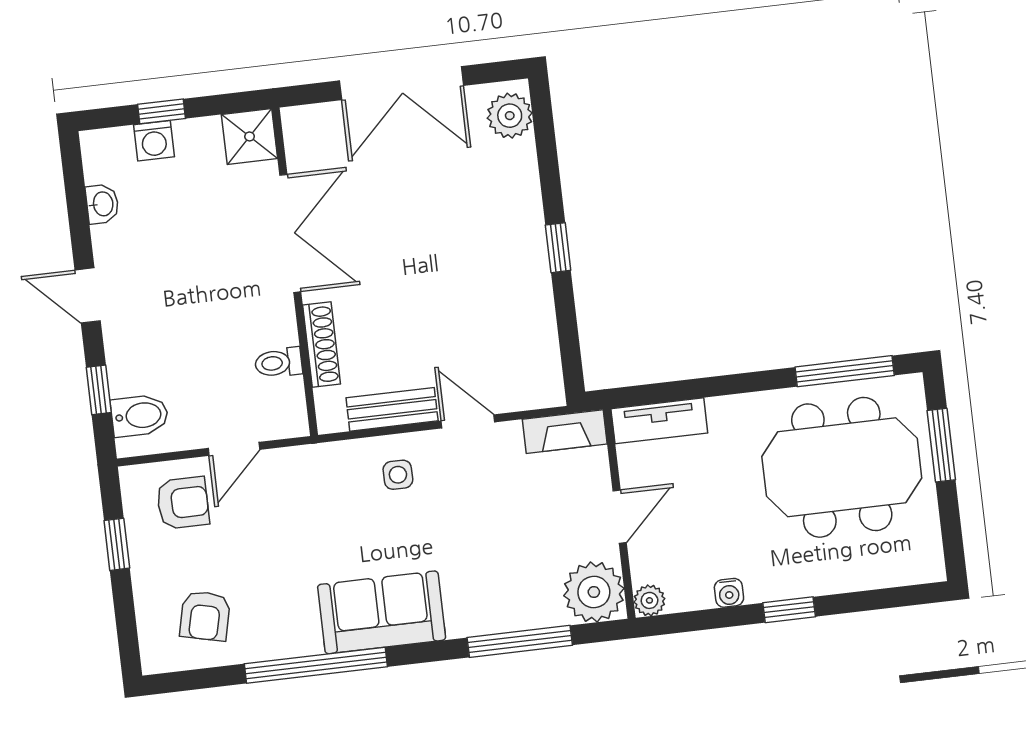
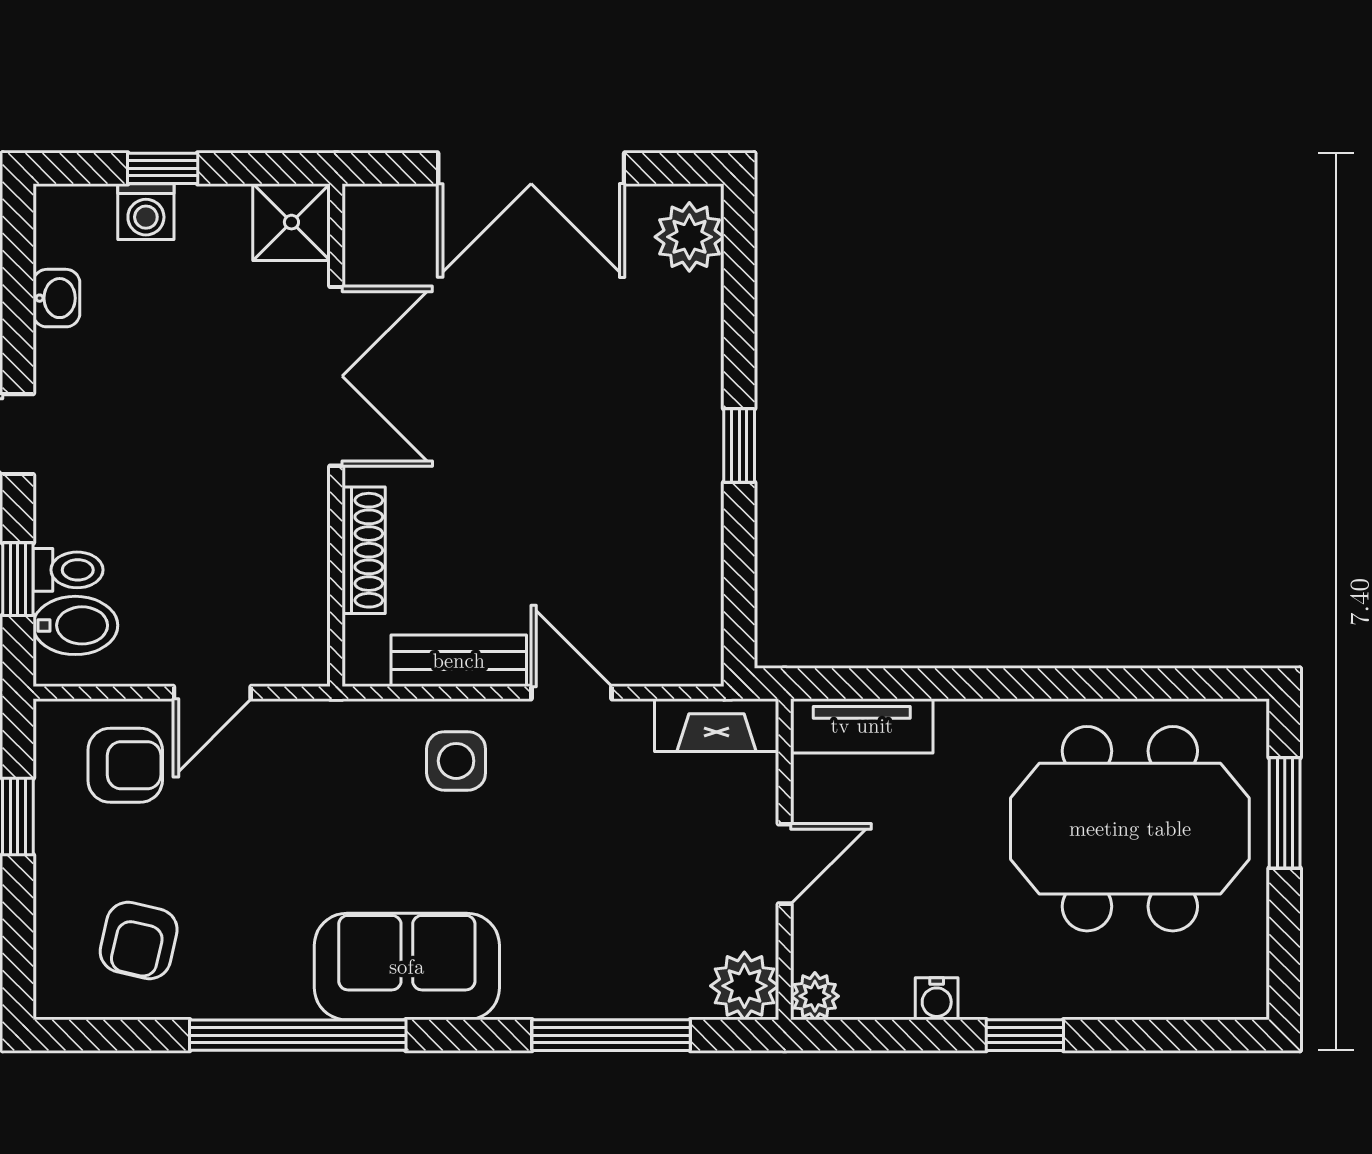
toilet: (278, 363) -> (68, 570), moved, turned 180
window: (845, 371) -> (1151, 684), removed
side table: (398, 475) -> (456, 761), width x1.37, depth x1.37
plant: (594, 592) -> (744, 986), width x0.73, depth x0.73

